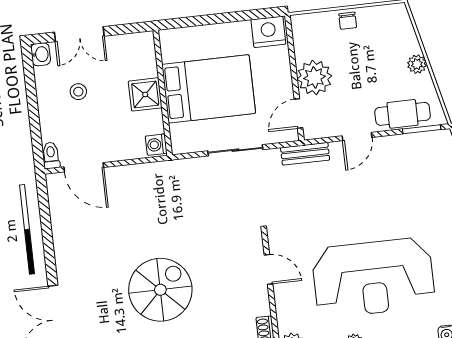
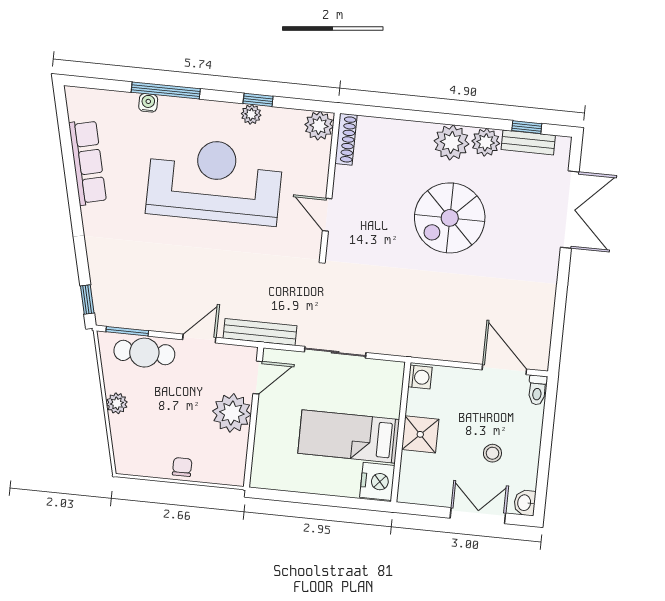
nightstand: (268, 32) -> (377, 481), moved, turned -90
bed: (209, 89) -> (349, 436), width x0.67
bench: (305, 154) -> (260, 332), width x1.36

